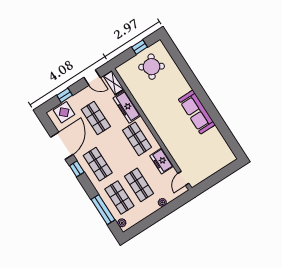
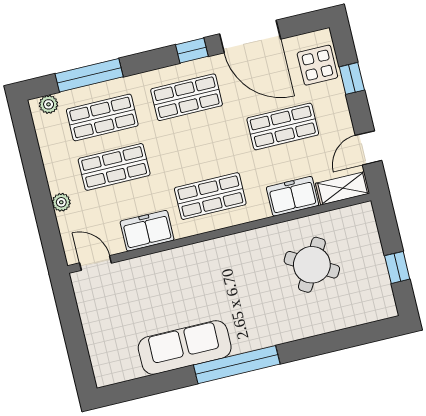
round table: (152, 67) -> (312, 265), moved
window: (206, 102) -> (237, 365), added
freezer: (127, 107) -> (293, 196), width x0.71
sofa: (197, 112) -> (185, 347), moved

